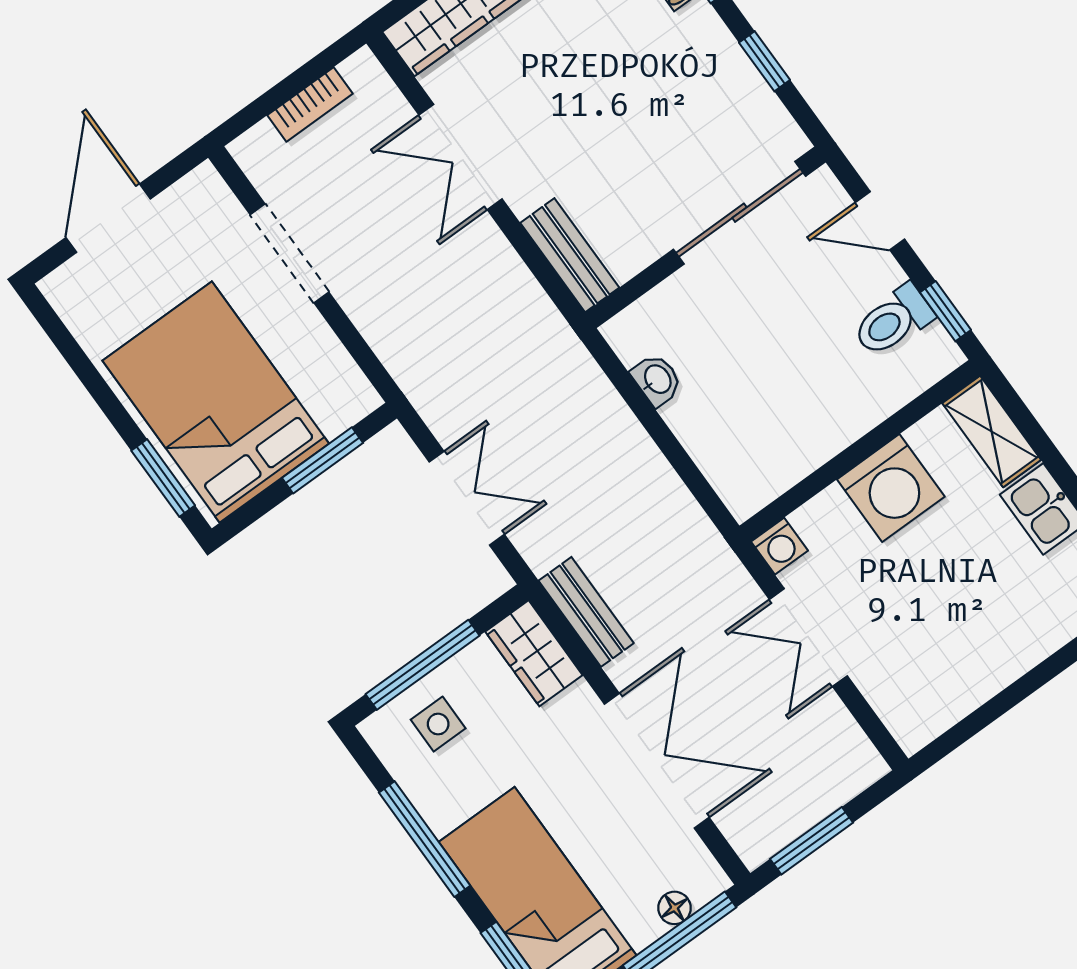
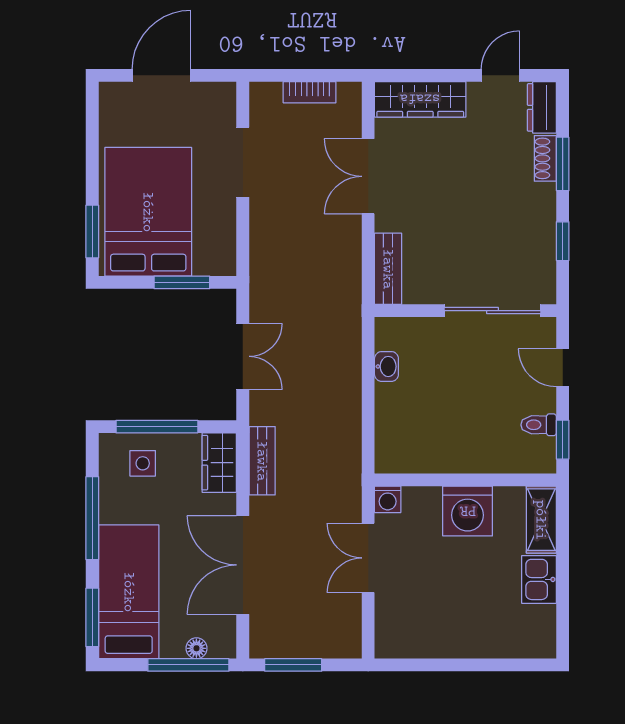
toilet: (893, 321) -> (539, 425), width x0.73, depth x0.72
double door: (657, 761) -> (243, 565), swing flipped

